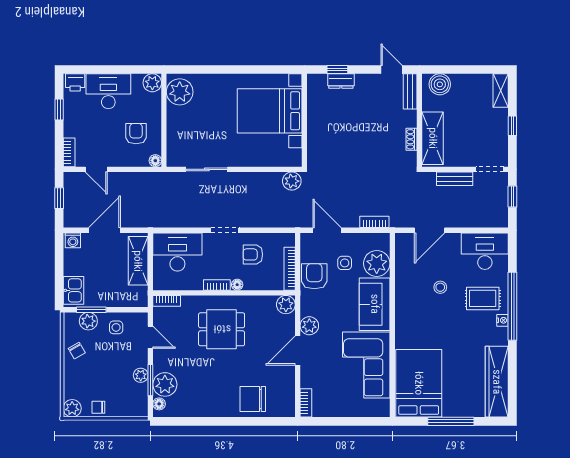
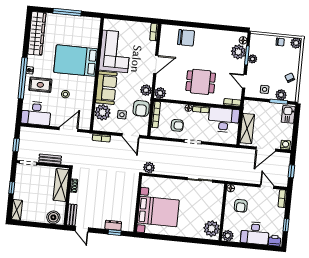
desk: (177, 252) -> (224, 120), moved, turned 180
plant: (309, 326) -> (146, 90), moved
bed: (419, 383) -> (76, 61), moved, turned 90

